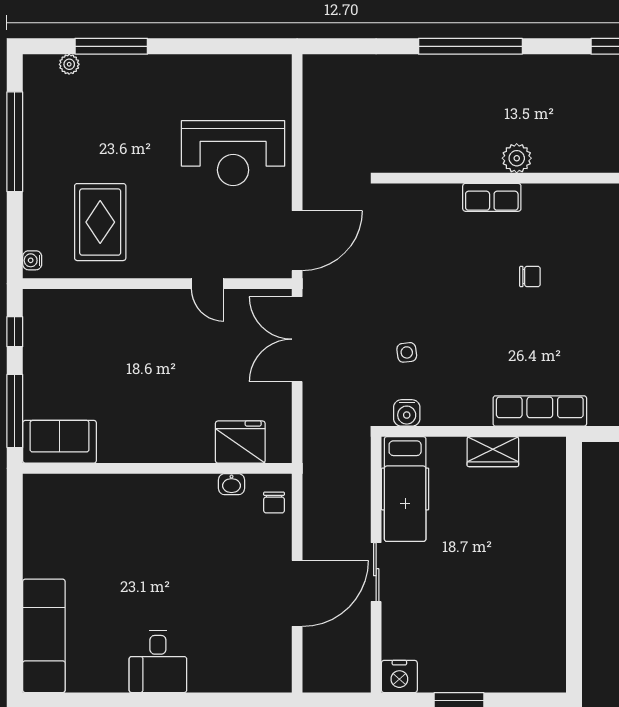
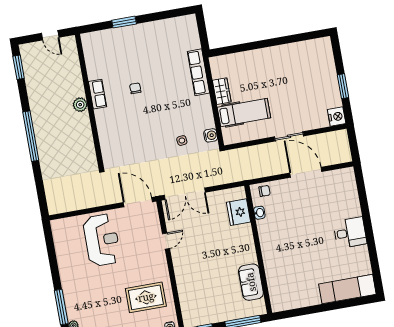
row of seats: (492, 197) -> (97, 94), moved
sofa: (60, 442) -> (251, 282), moved
hospital bed: (405, 489) -> (244, 112), moved

